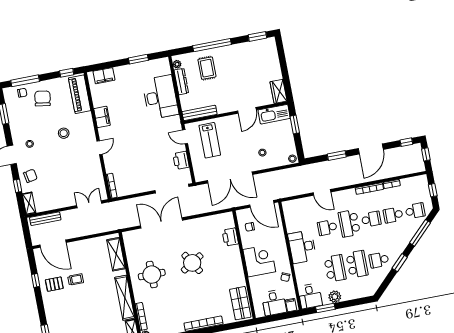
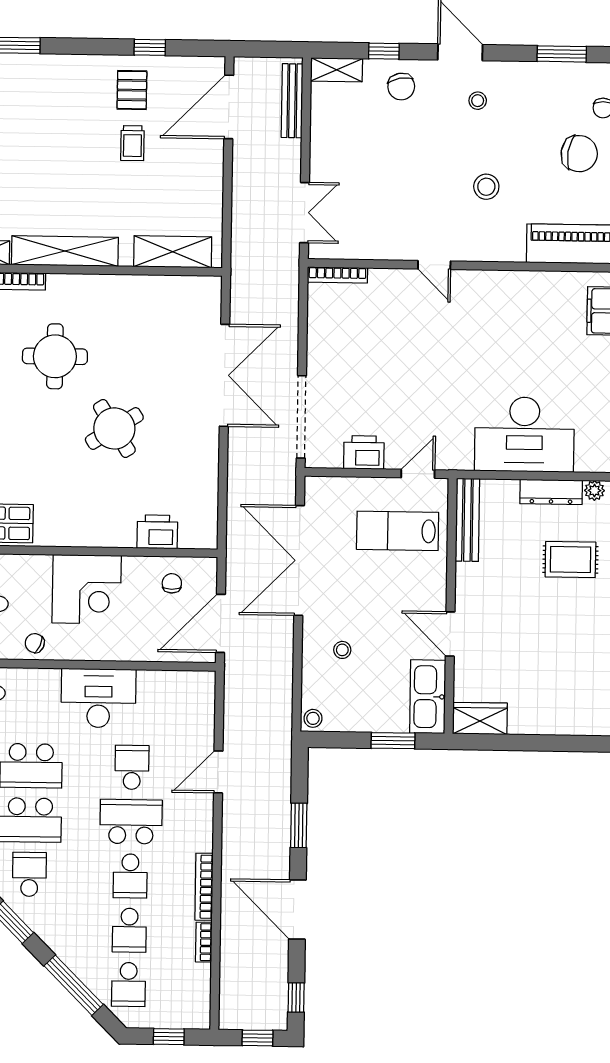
filing cabinet: (102, 117) -> (506, 286), removed
school desk: (393, 215) -> (129, 930), turned 180
round table: (152, 275) -> (55, 356), moved

